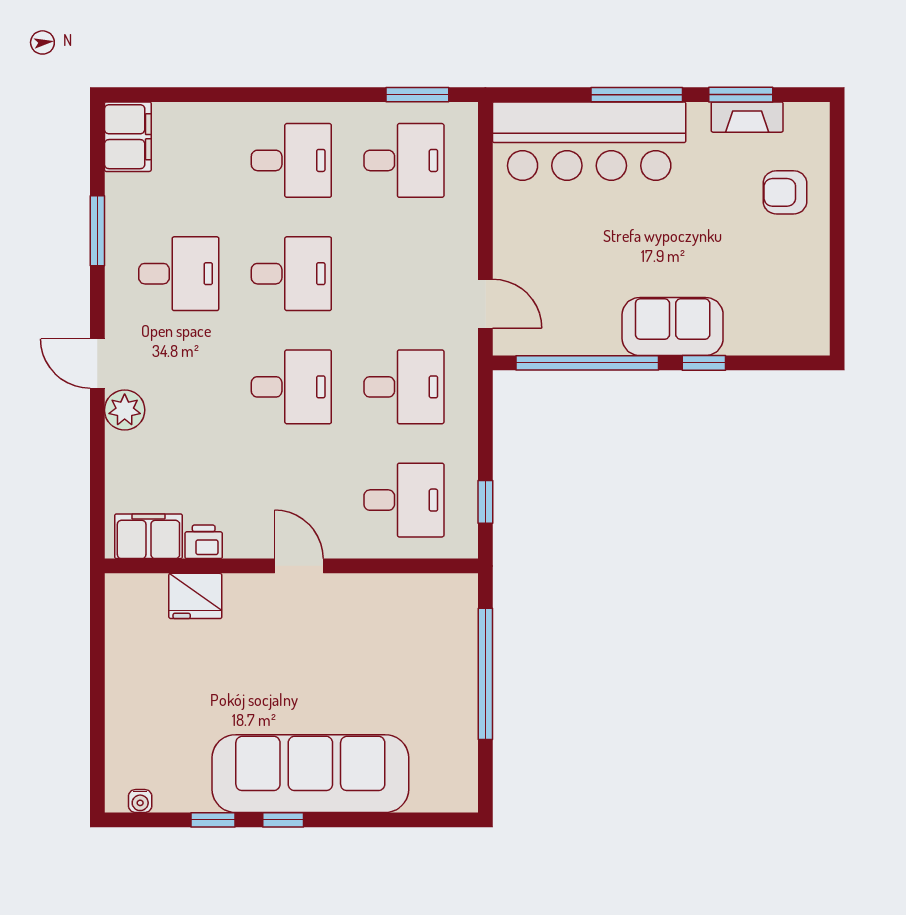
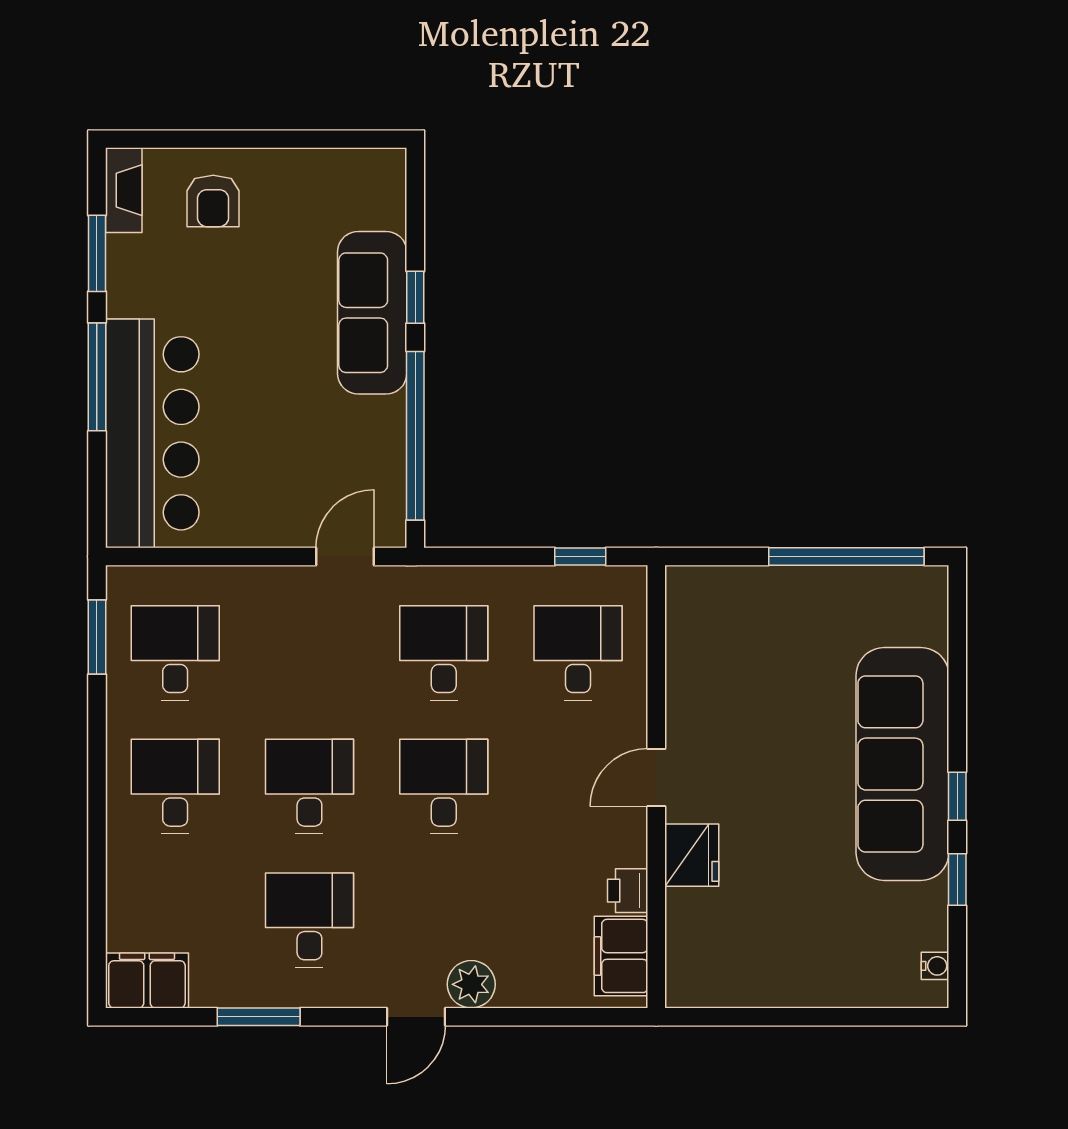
fireplace: (747, 117) -> (124, 190), moved
sofa: (673, 327) -> (372, 313), width x1.36
fridge: (195, 596) -> (692, 855), moved
window: (485, 674) -> (846, 556), moved

